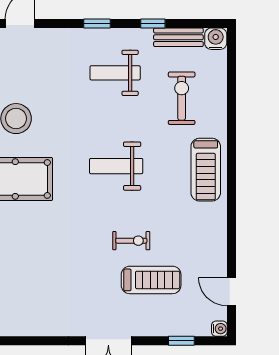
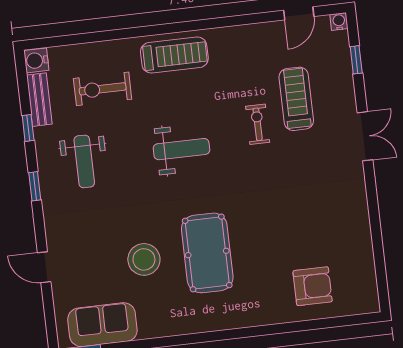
weight bench: (116, 166) -> (181, 149), turned -90

